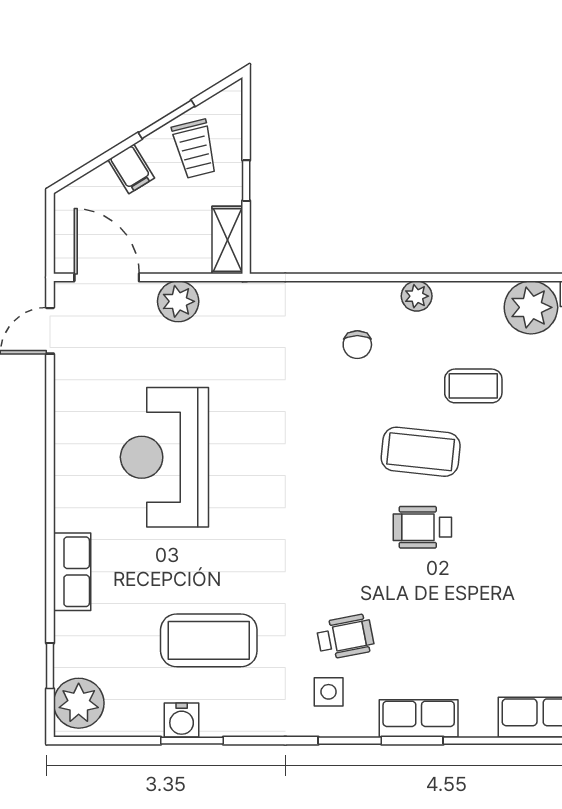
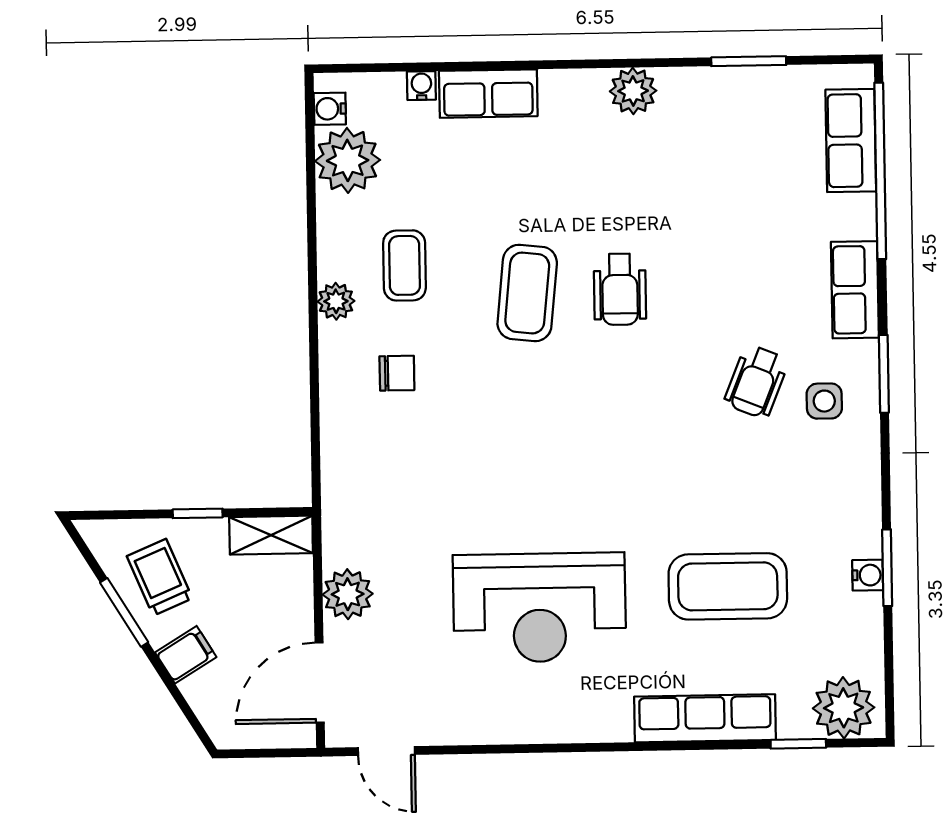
trolley: (195, 149) -> (160, 577), turned -99
coffee table: (473, 386) -> (404, 265), moved
row of seats: (72, 572) -> (705, 718), width x1.48
wheelchair: (345, 637) -> (756, 382), turned -147
coffee table: (209, 640) -> (728, 586), moved, turned 90
water cooler: (182, 720) -> (868, 575), width x0.72, depth x0.72

